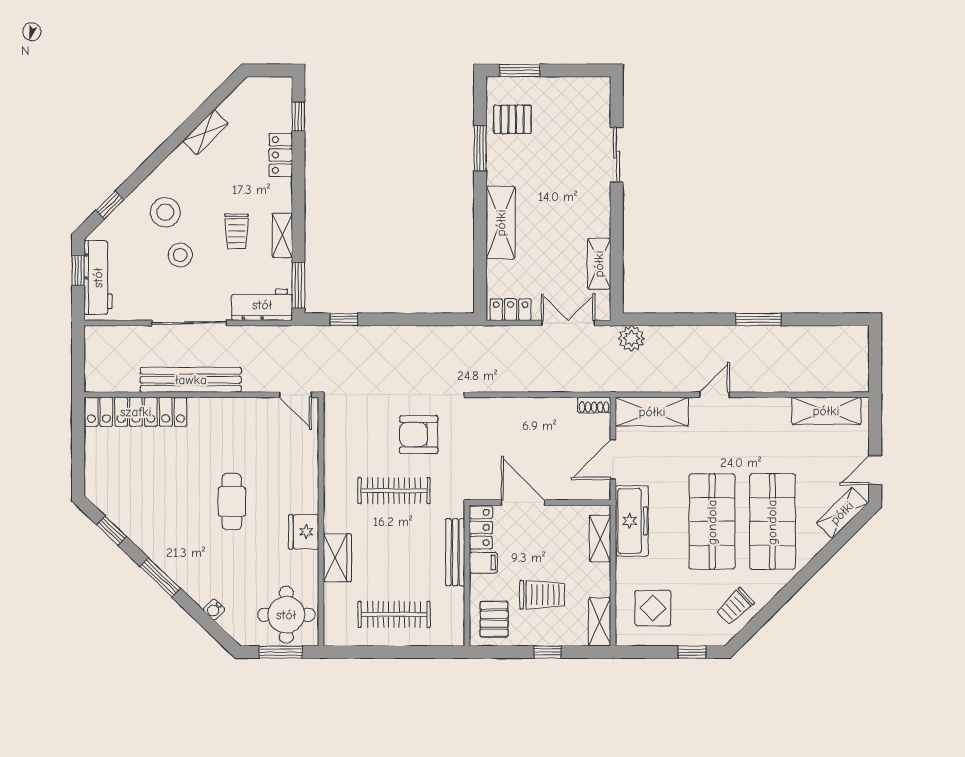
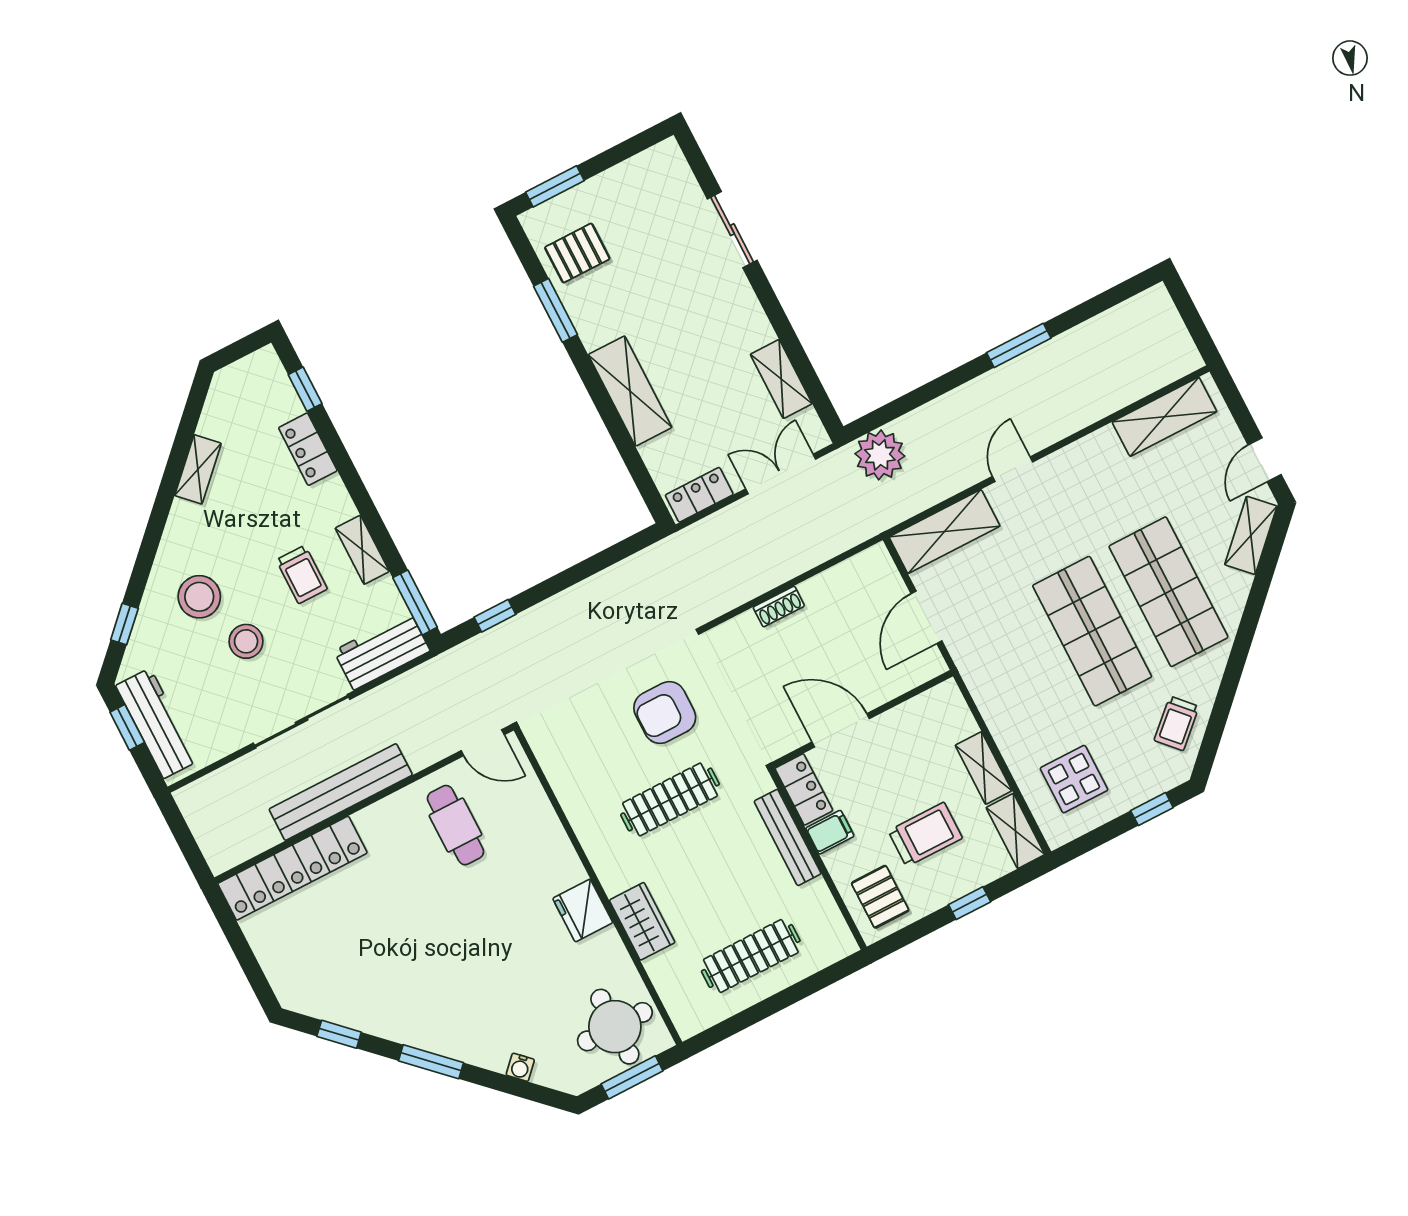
plant: (632, 338) -> (880, 455), width x1.36, depth x1.36
shoe rack: (594, 405) -> (779, 606), moved
cafe table: (232, 502) -> (456, 825), moved
freezer: (632, 521) -> (990, 683), removed
shelving: (600, 538) -> (984, 768), moved

